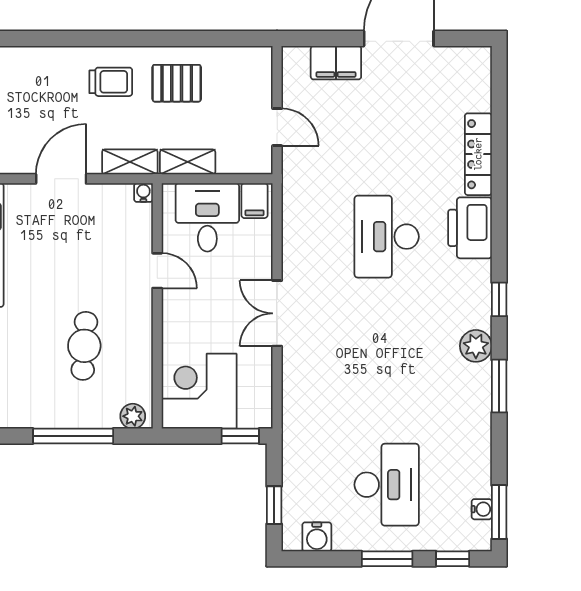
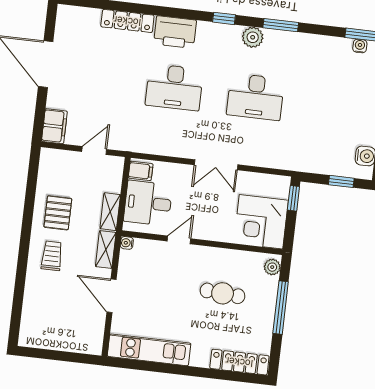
filing cabinet: (336, 63) -> (54, 126), moved
desk: (387, 485) -> (255, 97), moved, turned 180

